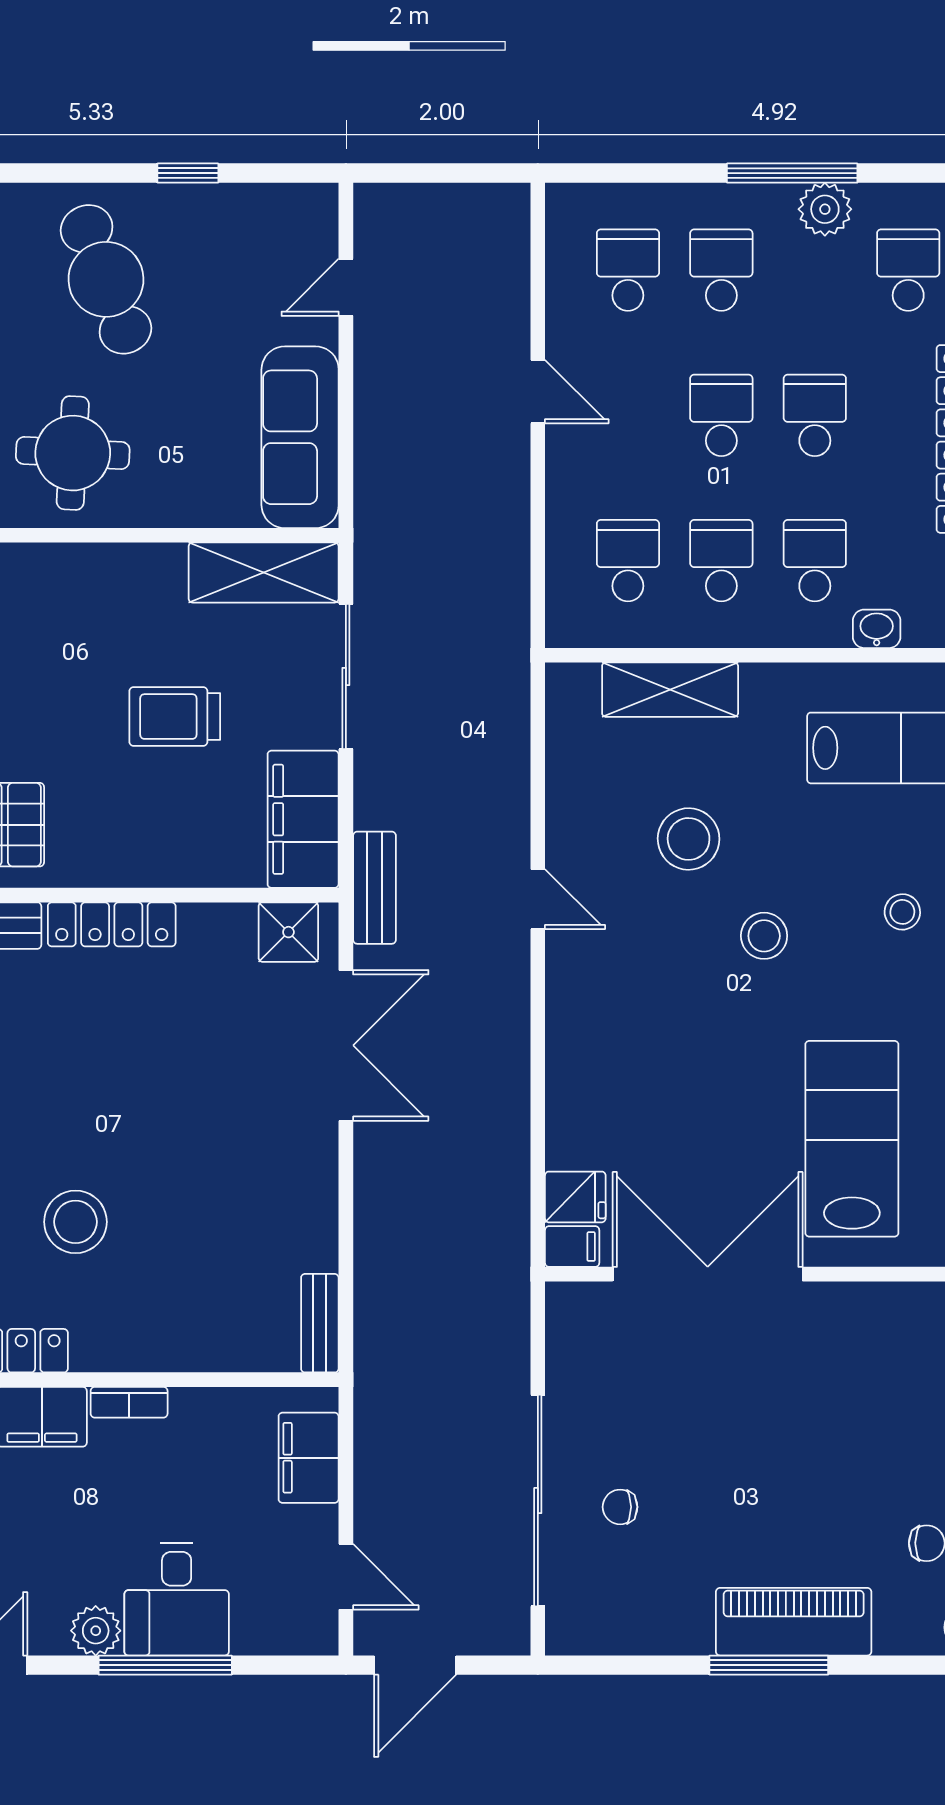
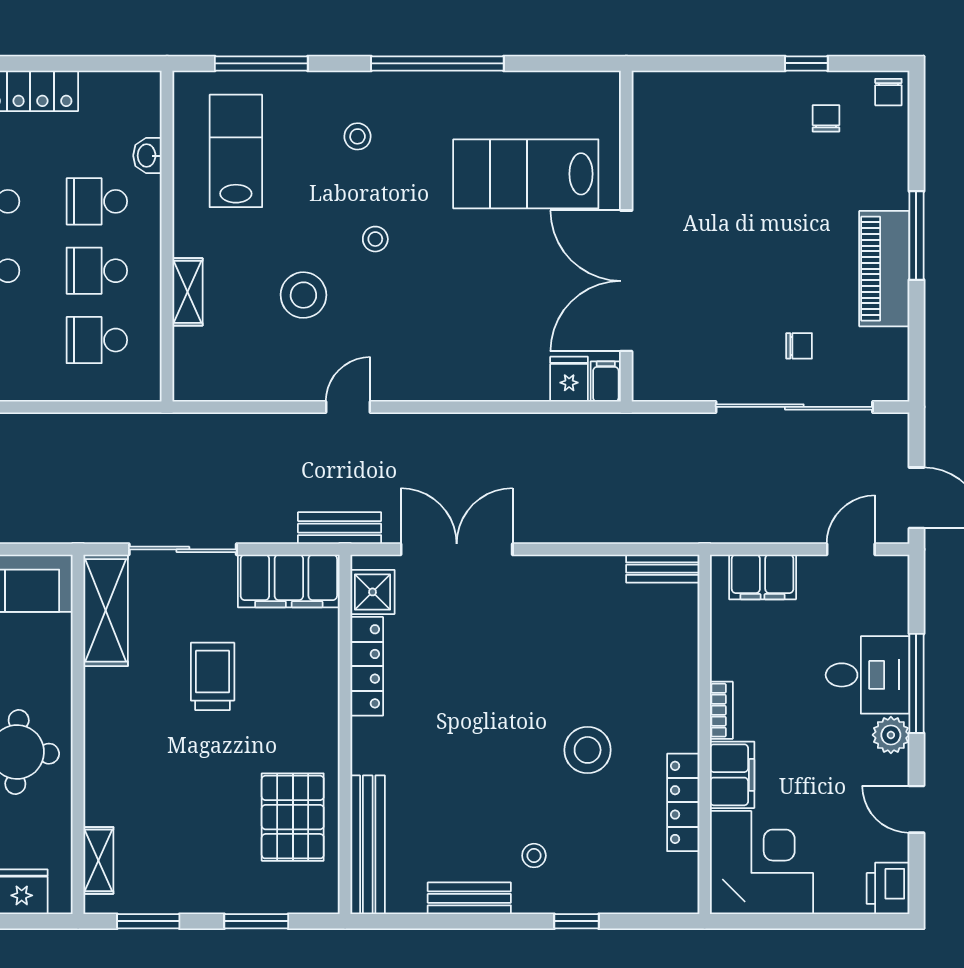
shelving: (670, 690) -> (188, 292), width x0.67, depth x0.75
trolley: (175, 717) -> (213, 676), turned 180
locker: (112, 924) -> (367, 666), moved
stool: (764, 936) -> (375, 239), width x0.73, depth x0.73
chair: (620, 1507) -> (799, 346), turned -90
piano: (794, 1622) -> (884, 269), moved

